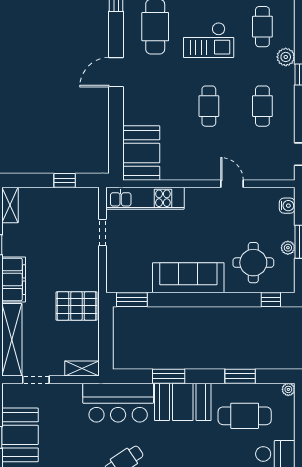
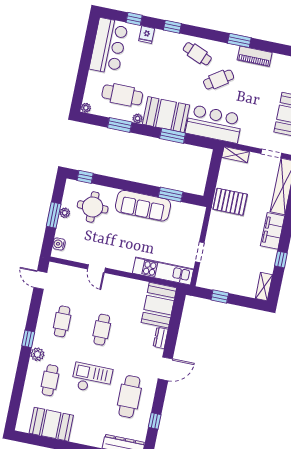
dresser: (130, 111) -> (161, 338), added
window: (132, 300) -> (171, 194), moved
plant: (219, 389) -> (138, 118), added

